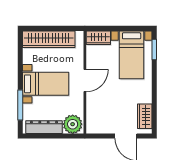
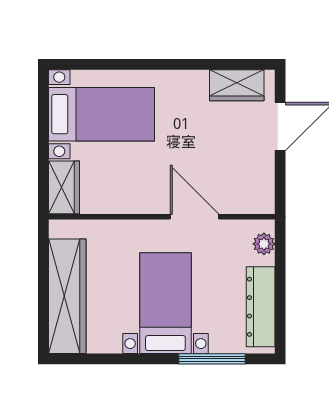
window: (154, 49) -> (90, 64), removed
door: (85, 81) -> (195, 217), moved
plant: (73, 124) -> (264, 244), width x0.53, depth x0.53

